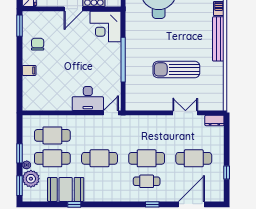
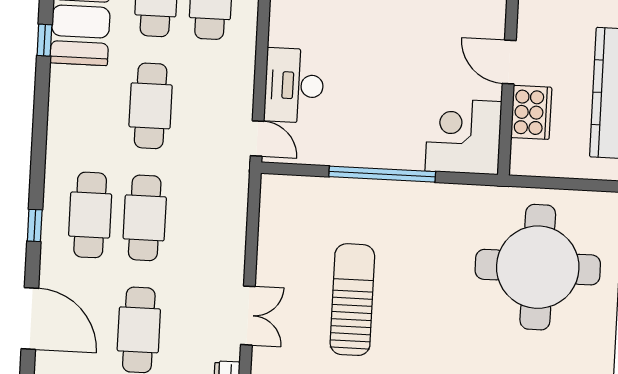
cafe table: (147, 181) -> (90, 215), width x1.37, depth x1.35

